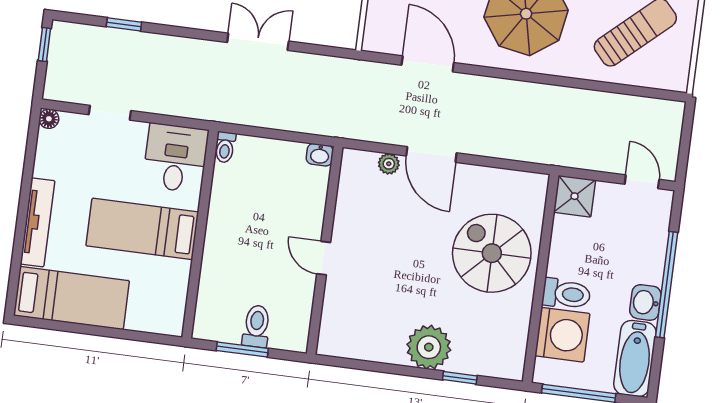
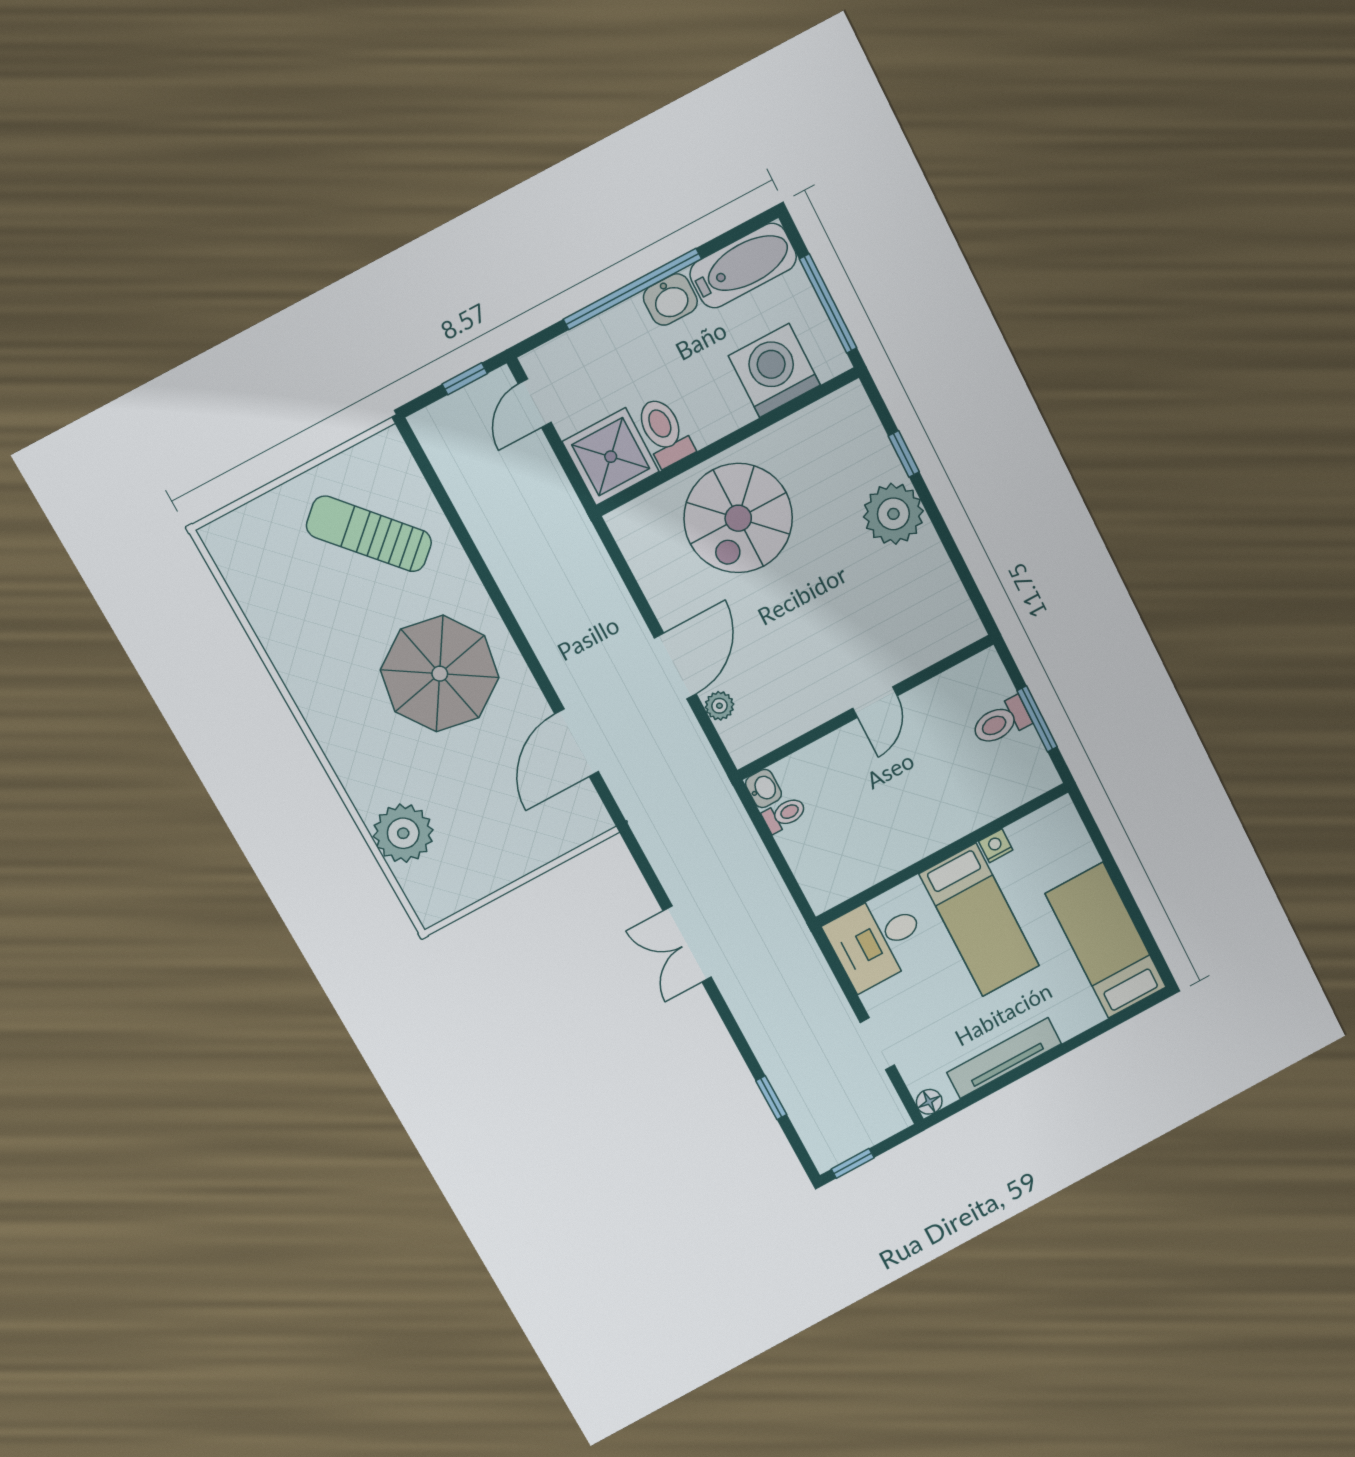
toilet: (225, 147) -> (784, 814), moved
window: (684, 152) -> (465, 379), added
shower: (575, 196) -> (611, 457), width x1.36, depth x1.36
tv unit: (38, 222) -> (1004, 1058), moved
nightstand: (182, 271) -> (996, 846), added
toilet: (566, 294) -> (664, 432), moved

